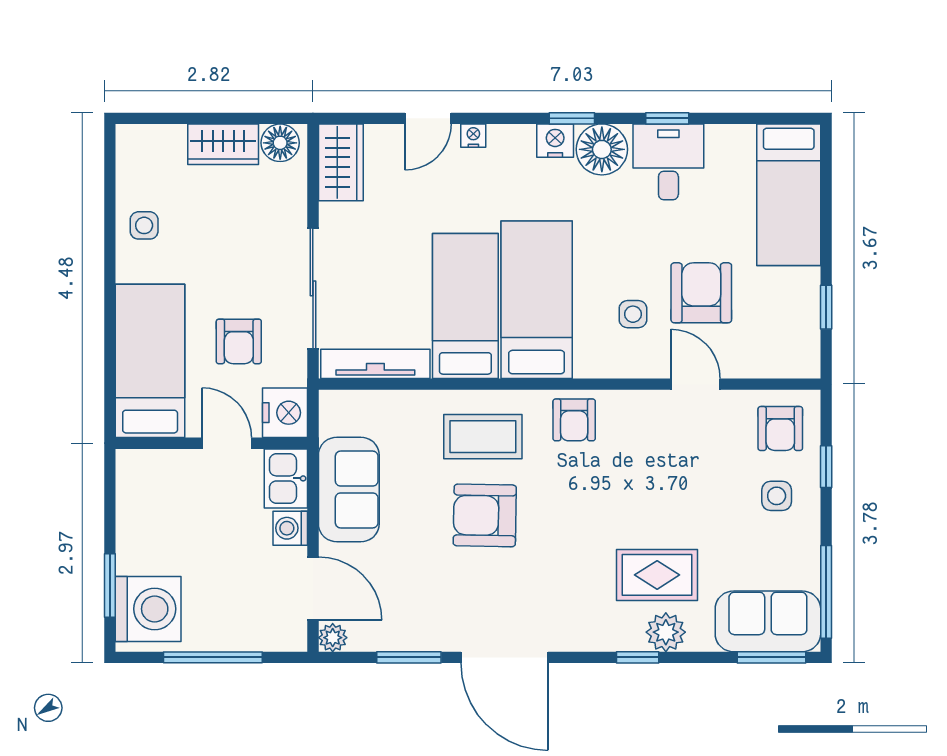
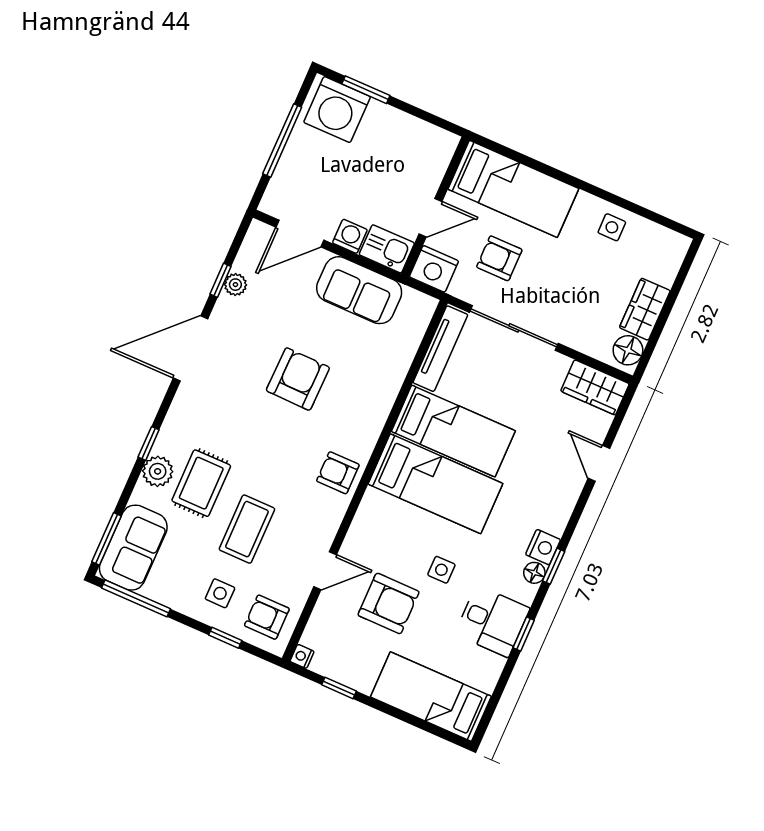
nightstand: (473, 136) -> (302, 656), moved, turned 180
floor lamp: (602, 149) -> (534, 573), width x0.53, depth x0.53
side table: (633, 314) -> (441, 570), moved
coffee table: (483, 437) -> (247, 529), moved
plant: (333, 638) -> (235, 285), moved
window: (409, 657) -> (221, 280), width x0.67

